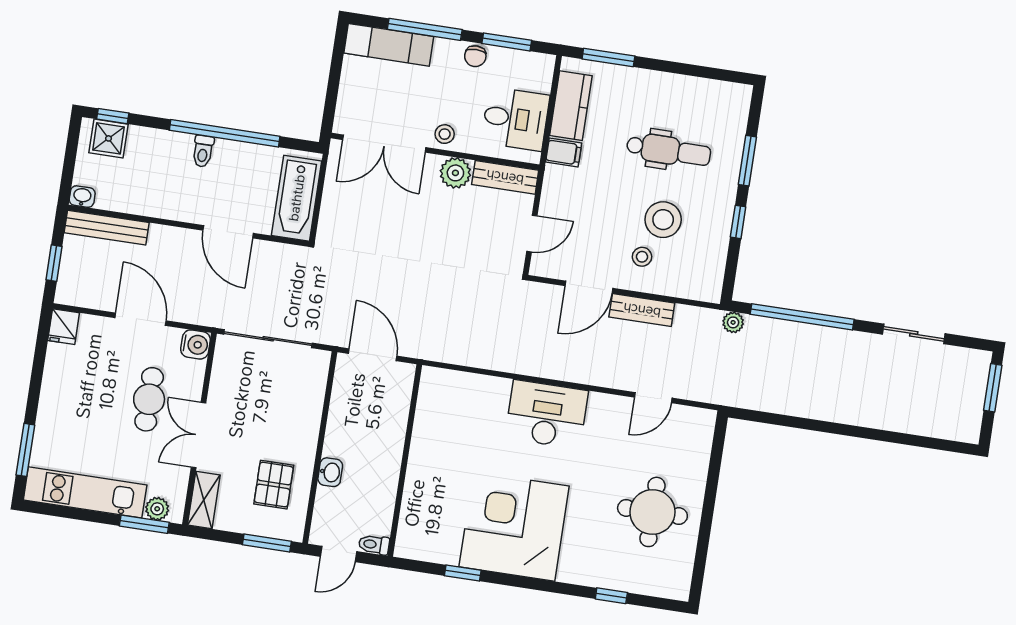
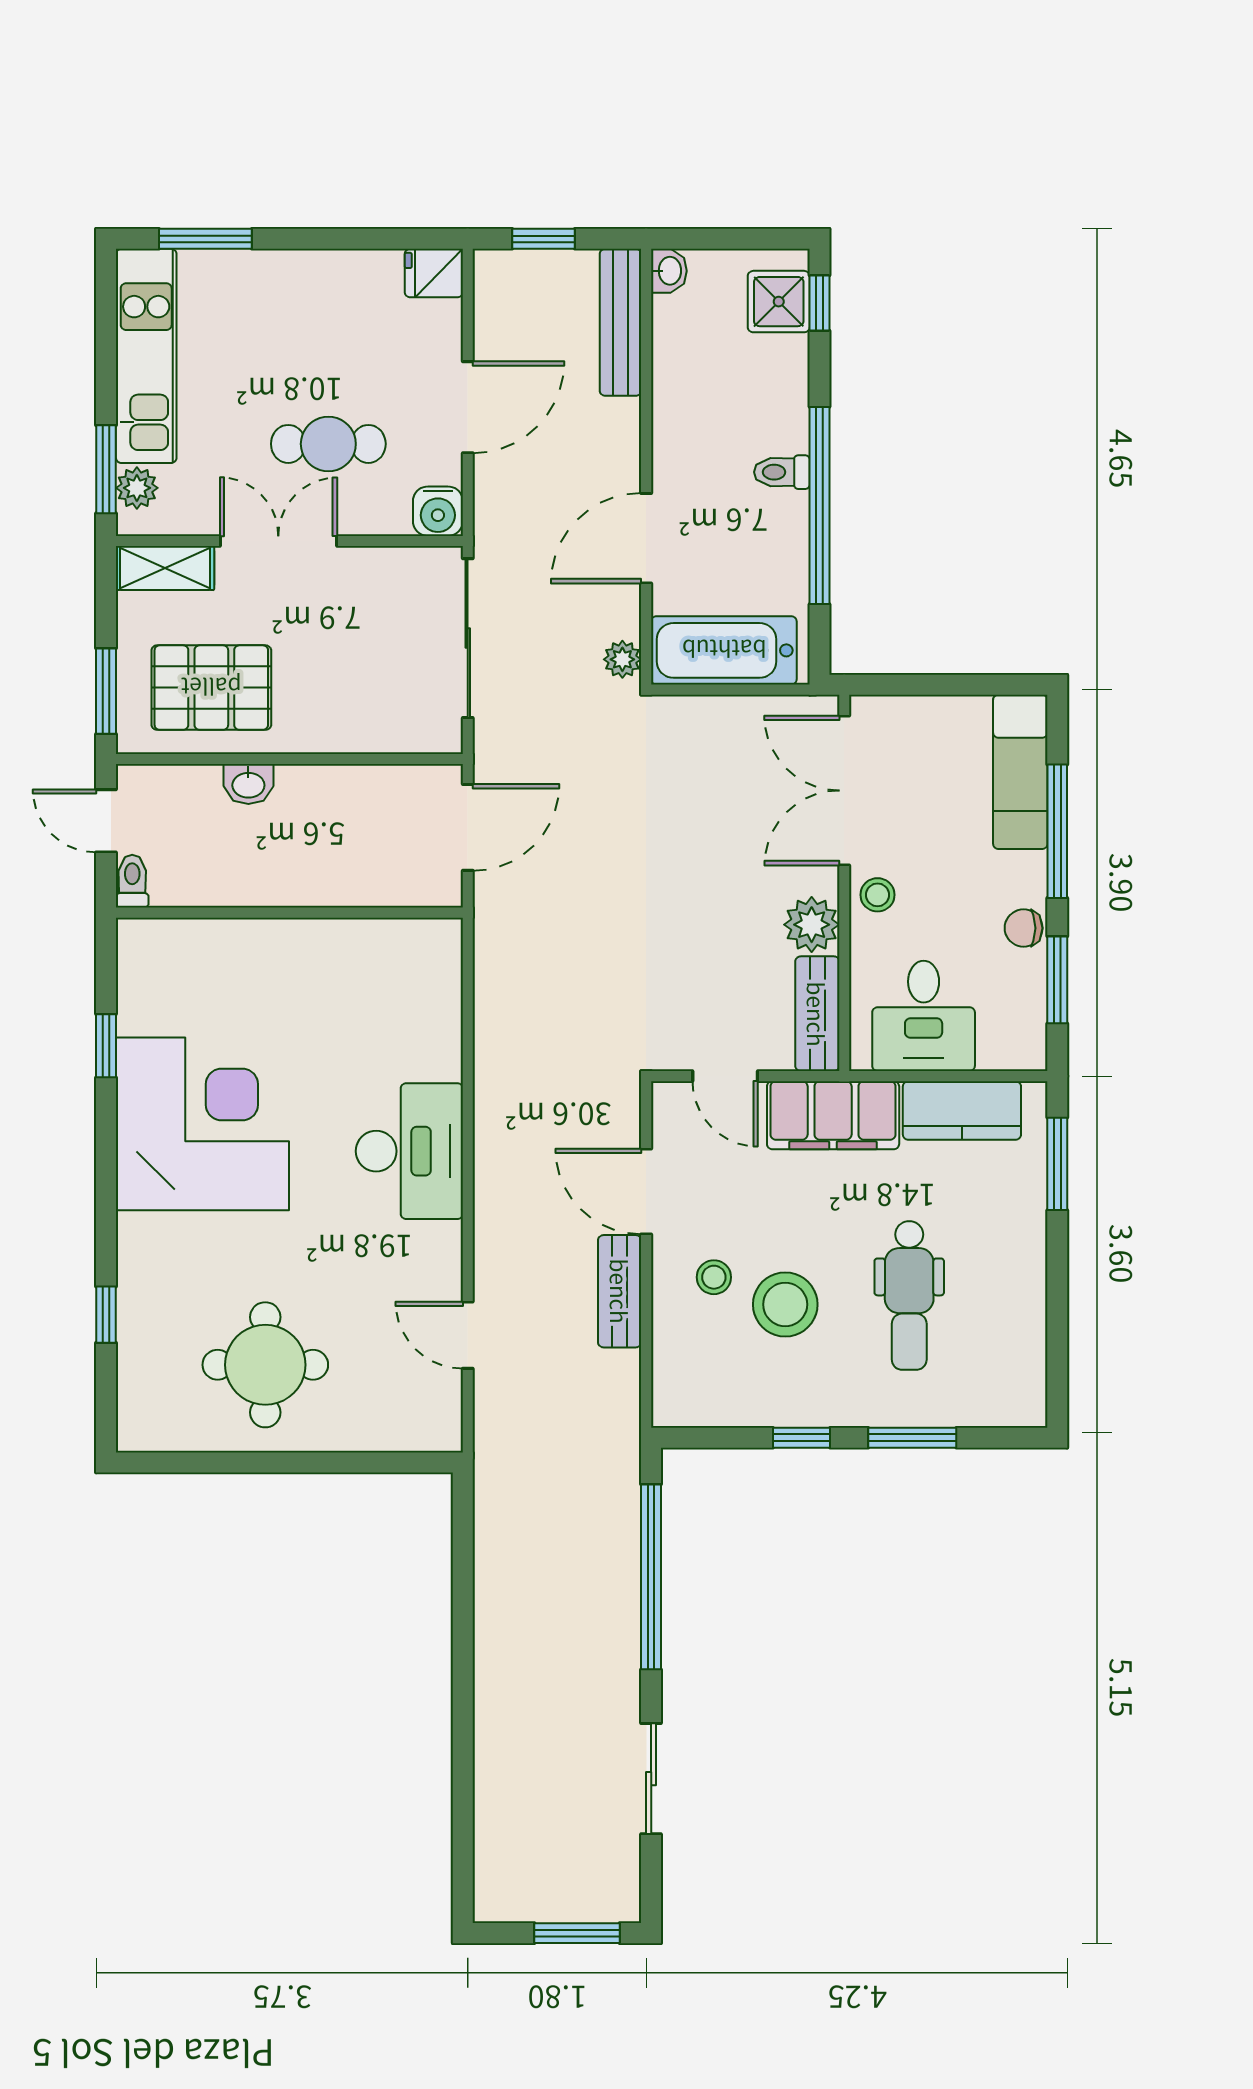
filing cabinet: (564, 153) -> (833, 1115), width x3.00, depth x1.17
plant: (733, 322) -> (622, 659), moved
pallet: (274, 485) -> (211, 688), width x1.50, depth x1.42

